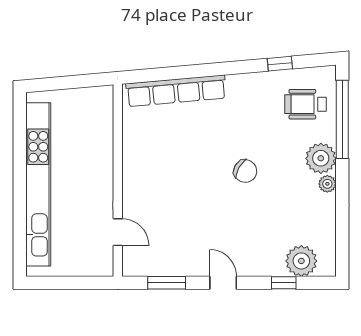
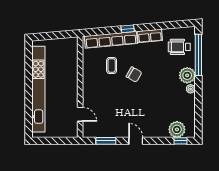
window: (280, 64) -> (128, 29), moved
row of seats: (250, 83) -> (150, 36), added
coffee table: (177, 140) -> (112, 65), added
chair: (245, 171) -> (134, 74), moved
window: (284, 283) -> (180, 141), moved

